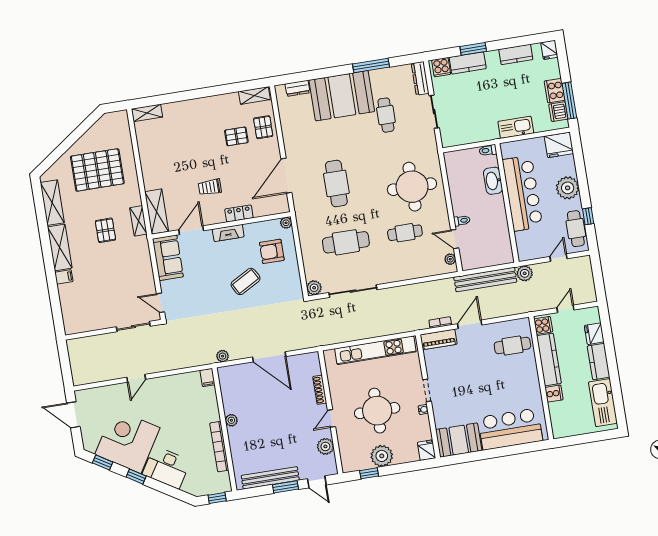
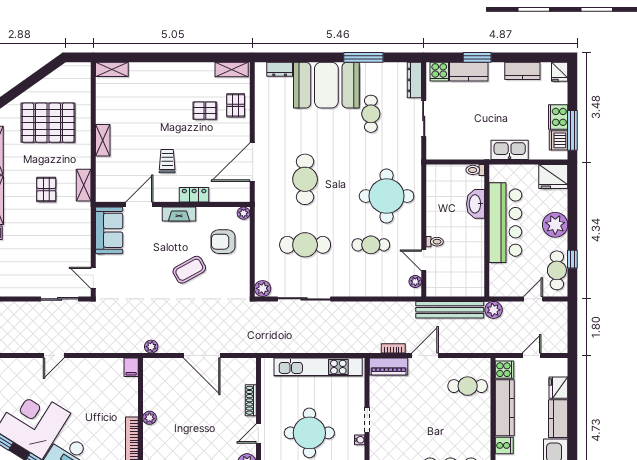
trolley: (210, 187) -> (167, 161), turned 90
shelving: (157, 212) -> (103, 140), moved, width x0.67, depth x0.75

